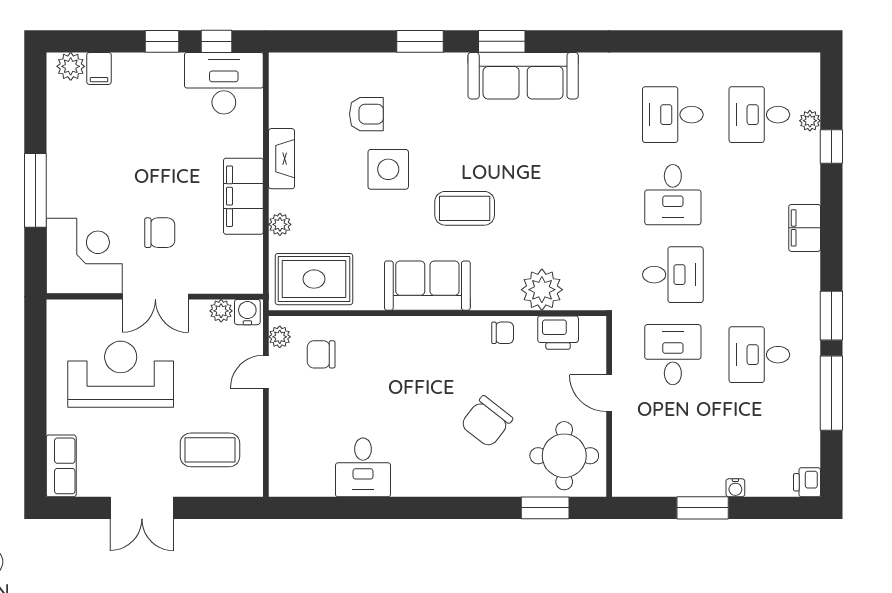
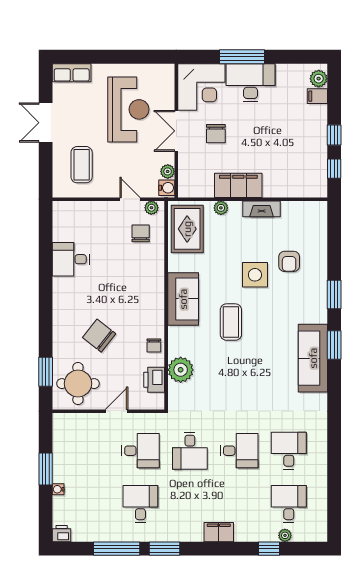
desk: (224, 83) -> (251, 83), moved, turned -90
desk: (673, 195) -> (239, 451), turned 180

